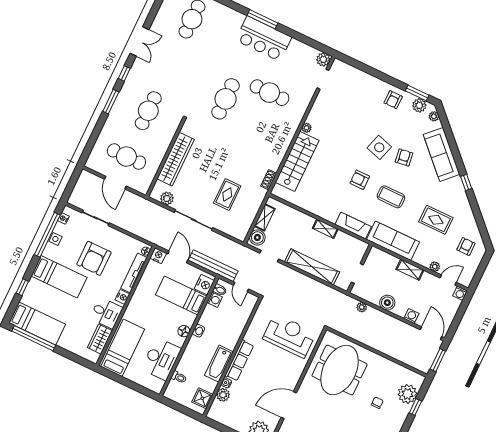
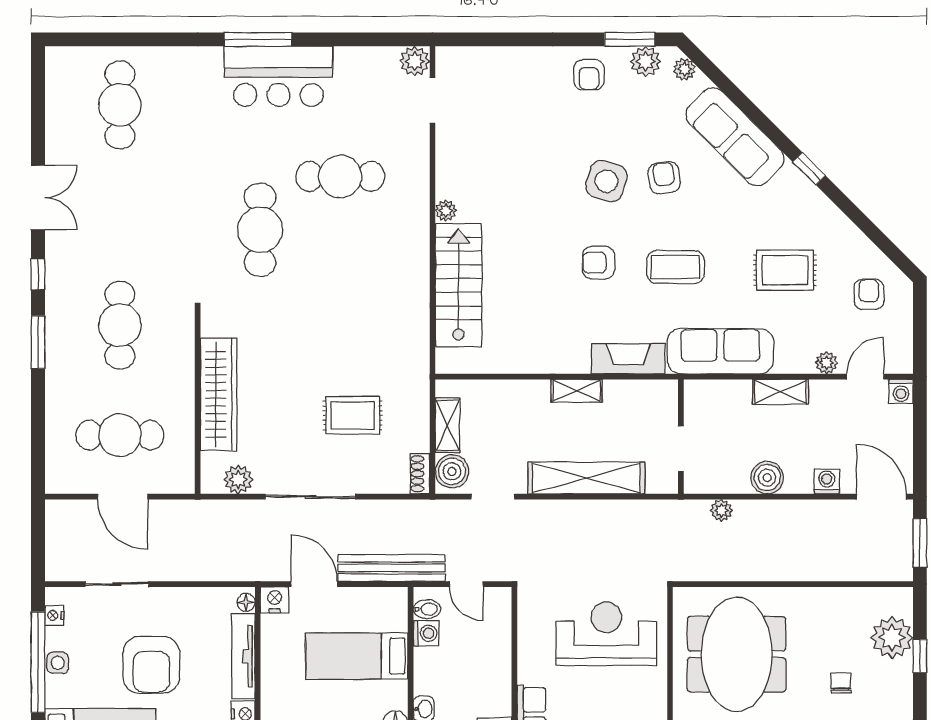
shoe rack: (269, 180) -> (420, 474), moved
rug: (227, 195) -> (353, 415), turned 90
nightstand: (204, 285) -> (392, 613), removed

